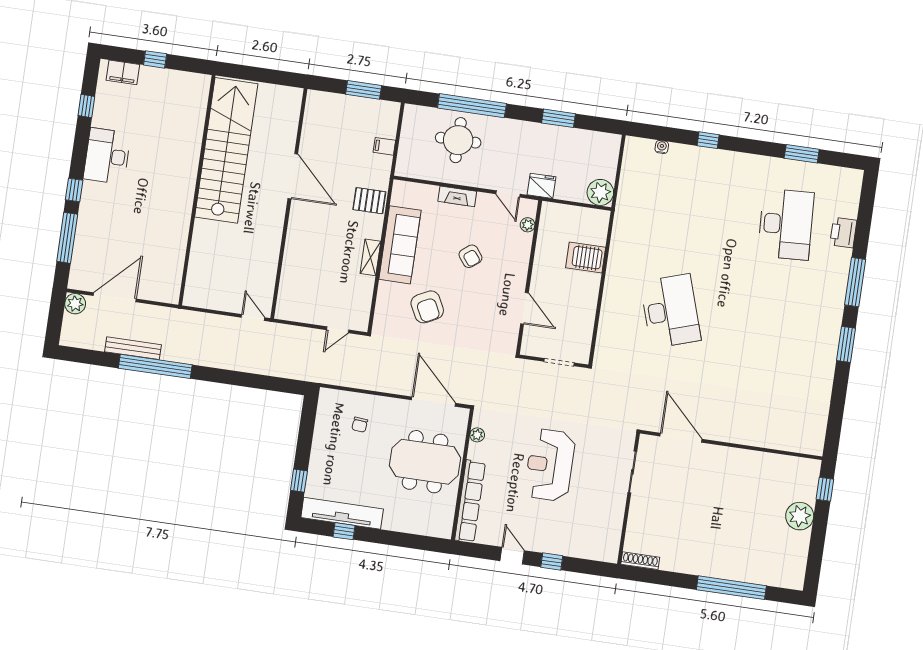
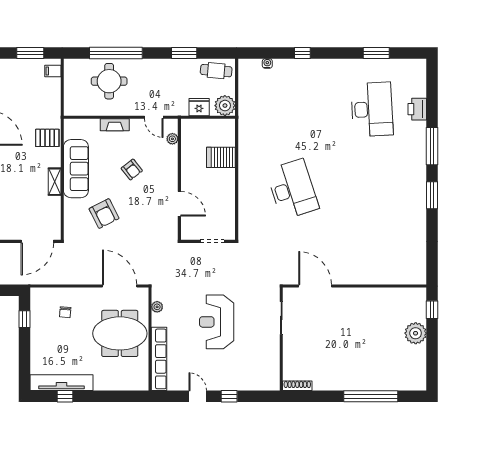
filing cabinet: (384, 146) -> (53, 71), moved
cafe table: (596, 147) -> (216, 71), added
fridge: (541, 186) -> (199, 107), moved
door: (338, 330) -> (37, 241), width x1.87
window: (299, 481) -> (24, 319), moved

